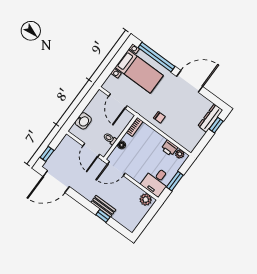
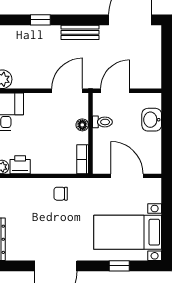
window: (157, 57) -> (119, 266), width x0.32
door: (91, 150) -> (115, 91), hinge flipped
window: (47, 154) -> (167, 46), removed
bench: (103, 206) -> (80, 32), moved

